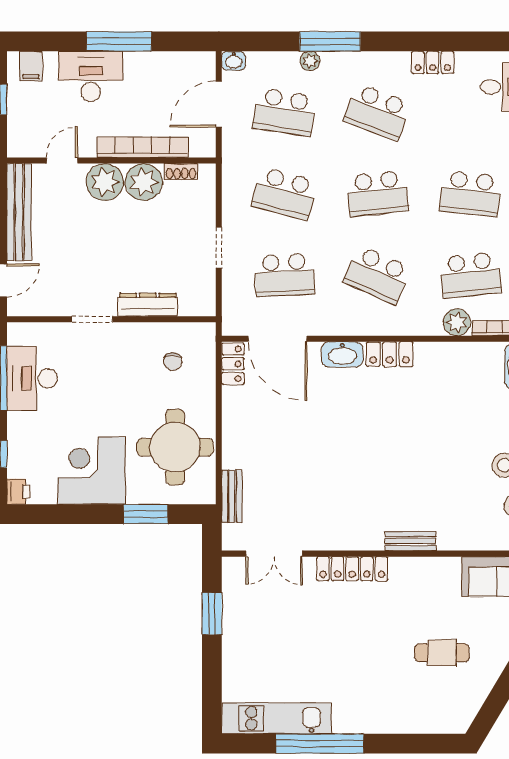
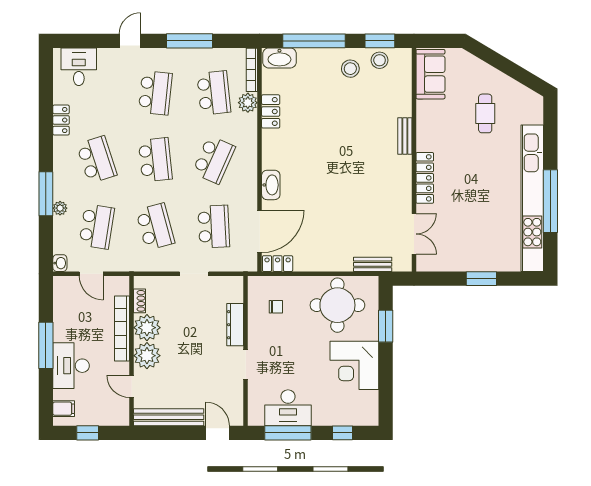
door: (219, 104) -> (91, 274), width x0.73
school desk: (377, 112) -> (97, 160), turned -39
school desk: (284, 194) -> (155, 227), turned -30
locker: (390, 354) -> (271, 111), moved
printer: (18, 492) -> (369, 418), removed
window: (212, 614) -> (481, 279), moved
kitchen unit: (277, 718) -> (532, 198), width x1.86

